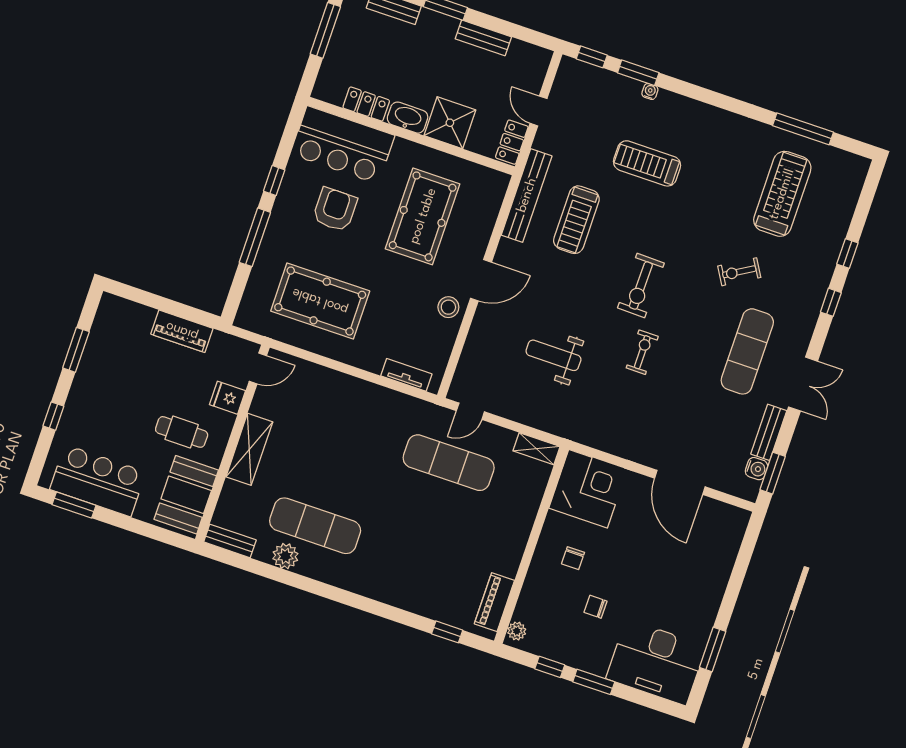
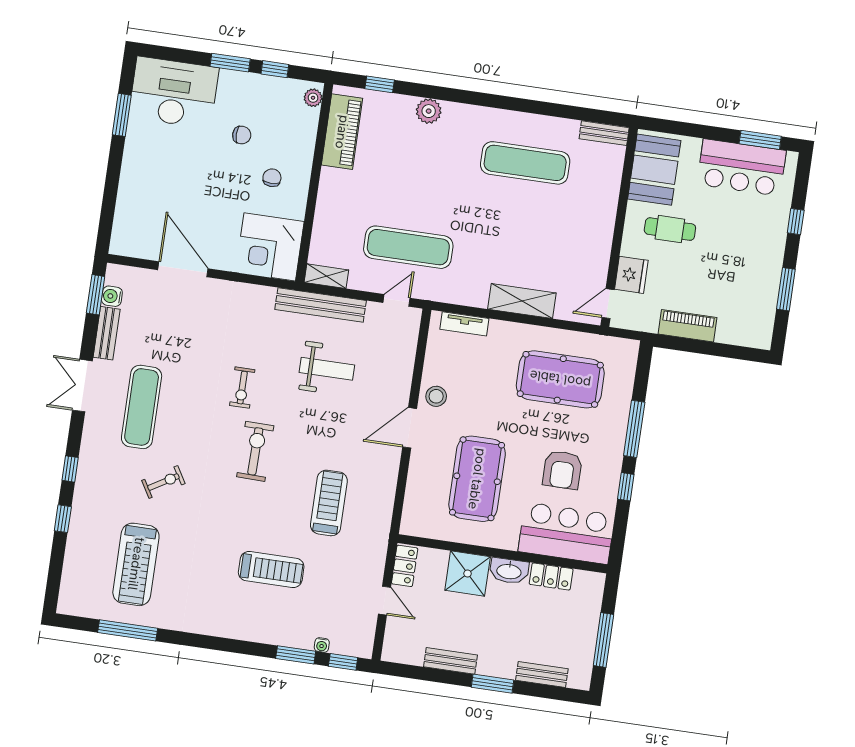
water cooler: (650, 91) -> (322, 645), moved
bench: (527, 195) -> (321, 305), moved, turned 90
fridge: (227, 398) -> (631, 275), width x1.38
shelving: (249, 449) -> (522, 301), moved, turned 90
plant: (285, 556) -> (429, 111), moved
piano: (494, 602) -> (342, 132), width x1.37, depth x1.33

